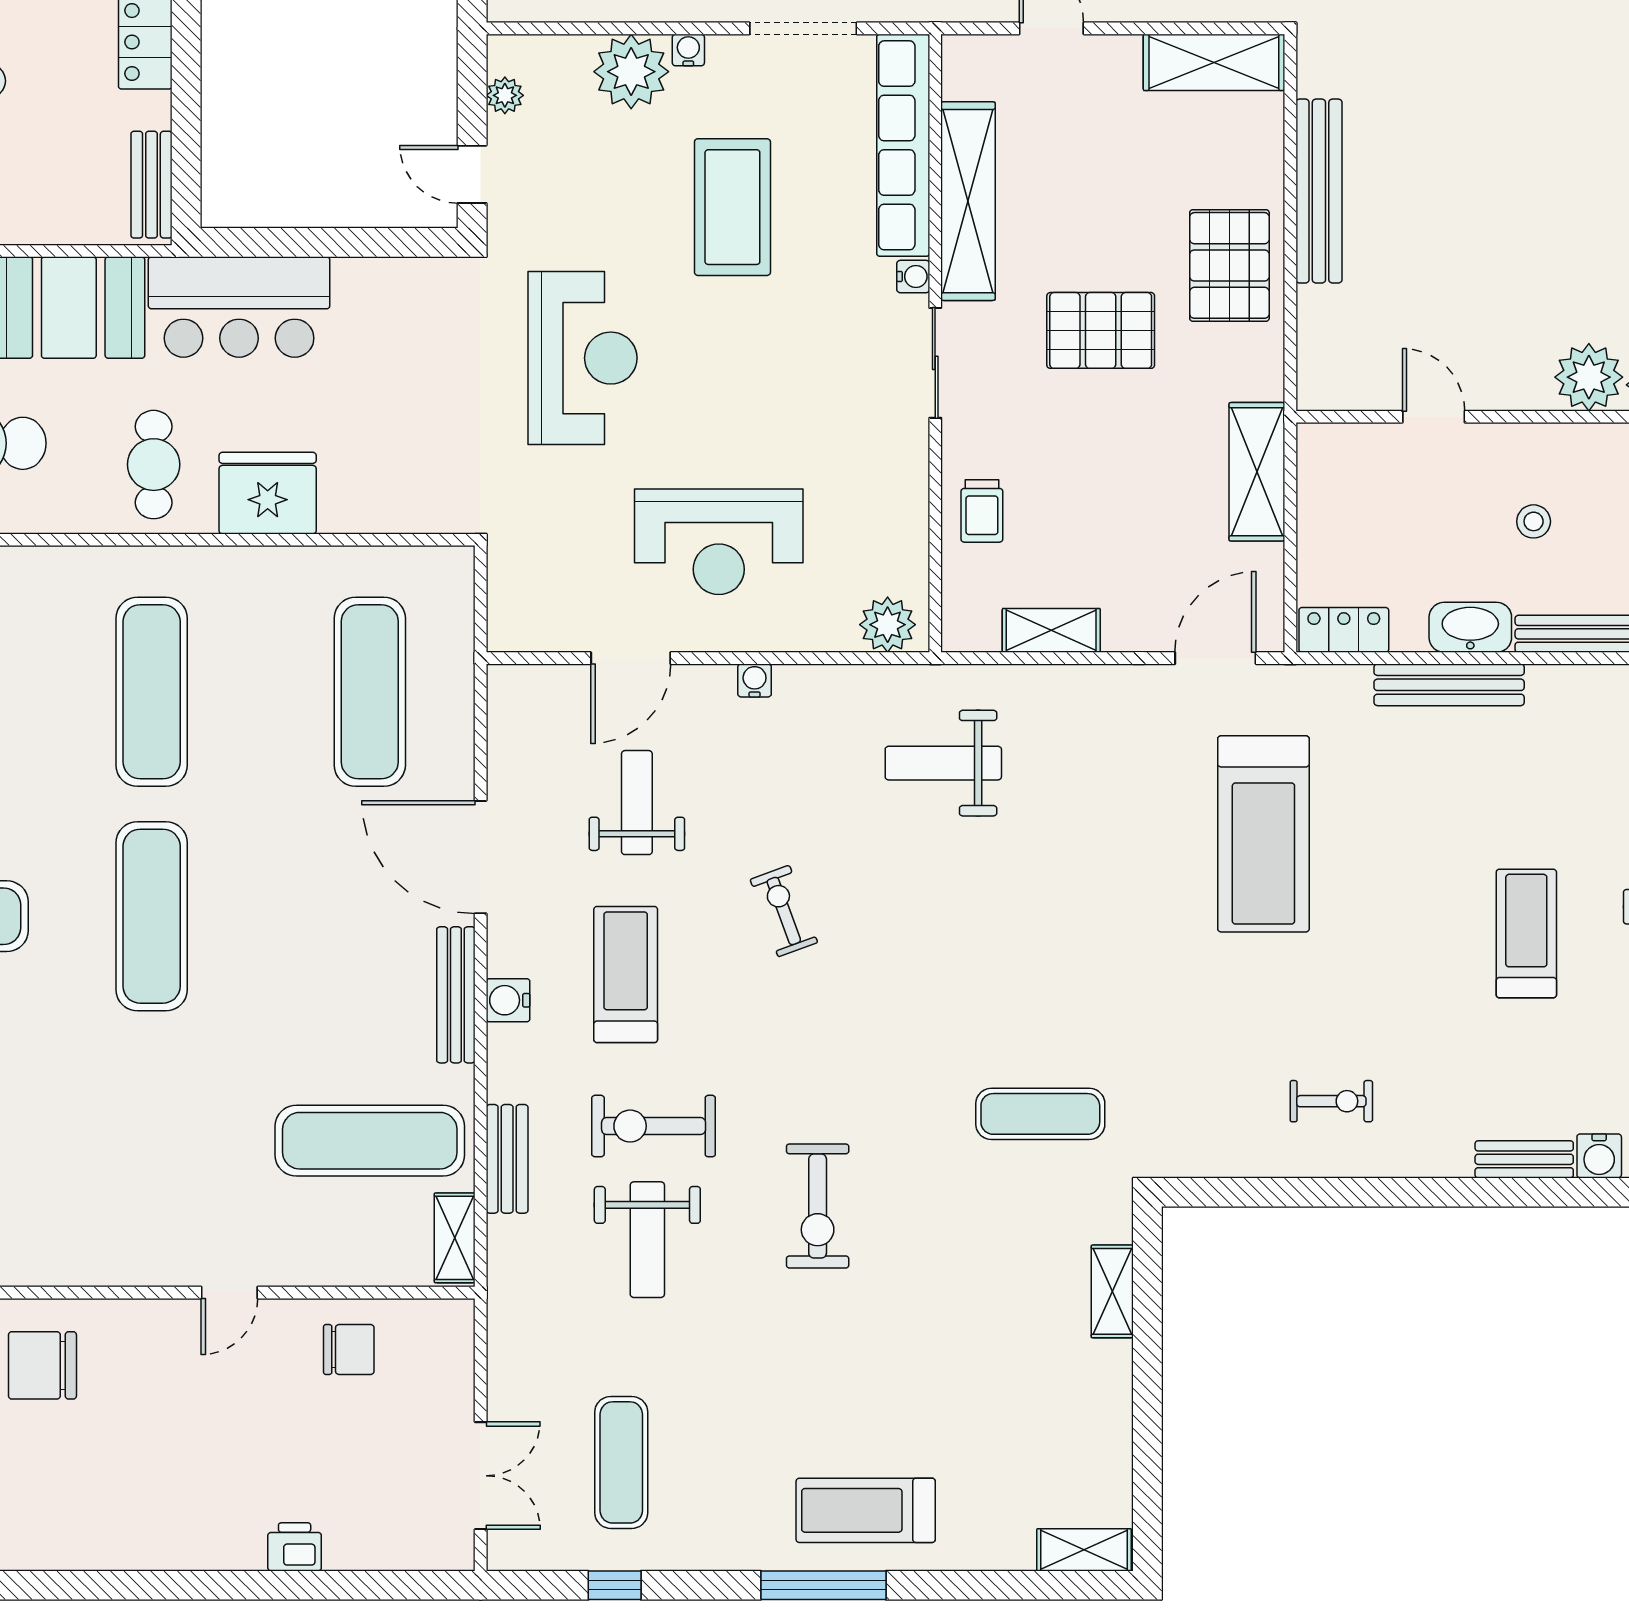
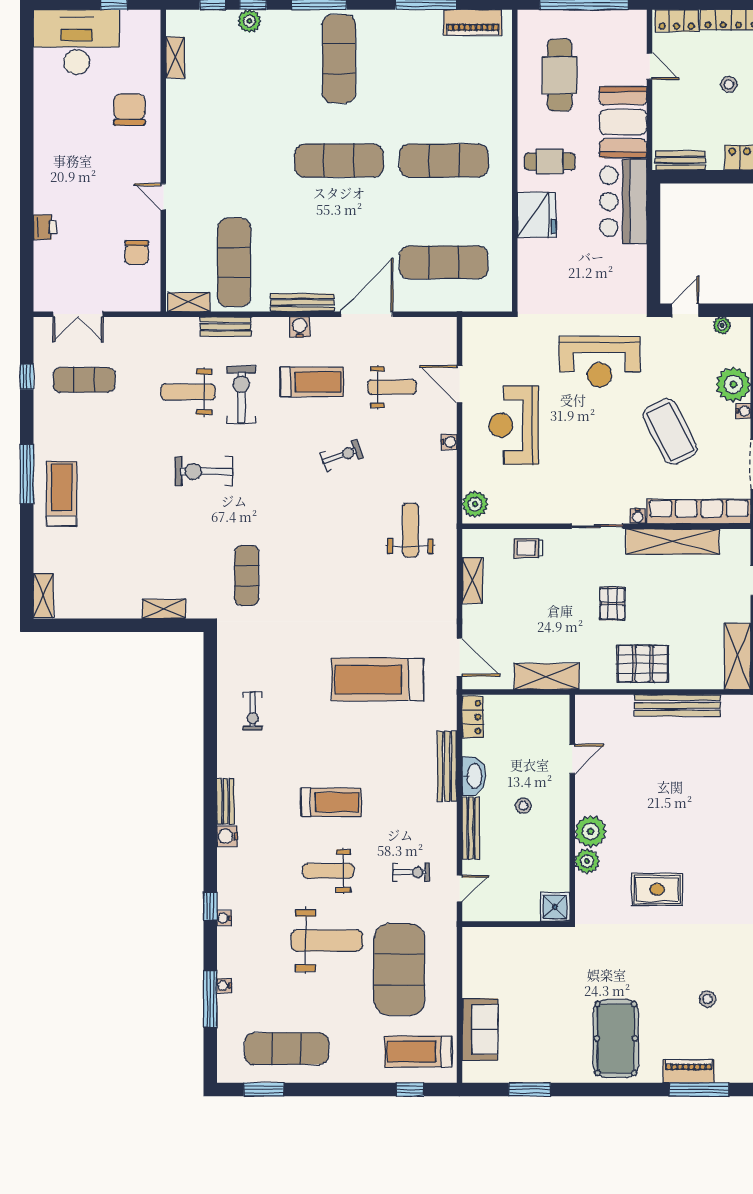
coffee table: (732, 207) -> (670, 432), turned 63
pallet: (1101, 330) -> (612, 604), width x0.67, depth x0.71

